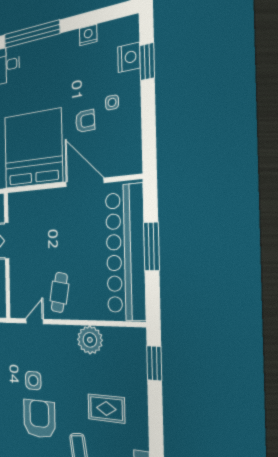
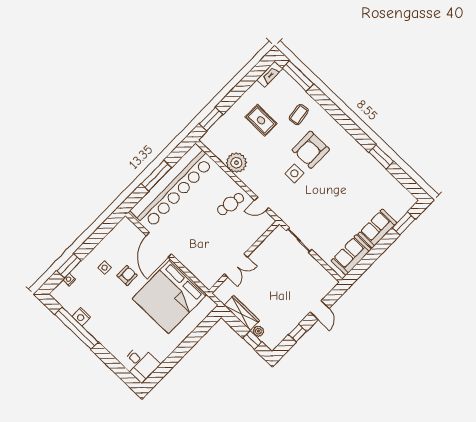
window: (32, 34) -> (77, 328), moved
nightstand: (129, 57) -> (69, 280), width x0.53, depth x0.56
armchair: (85, 121) -> (127, 275), turned 92

